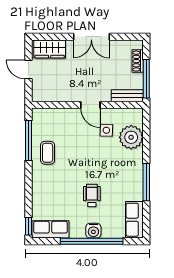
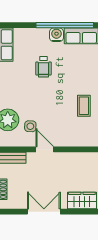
water cooler: (93, 231) -> (56, 35), moved
window: (92, 241) -> (65, 25), moved

